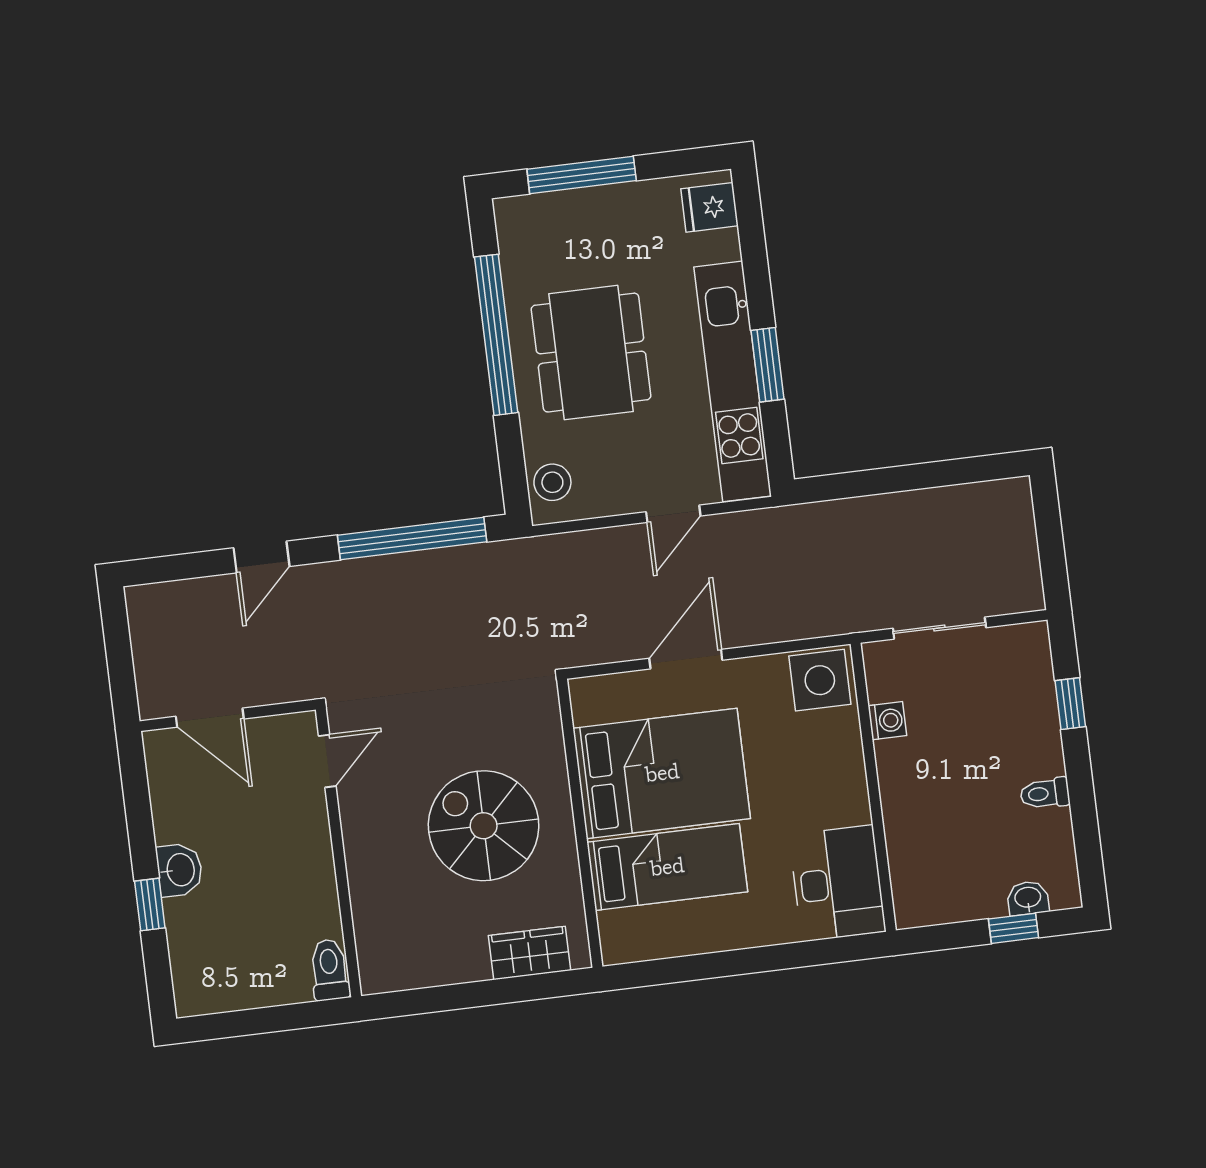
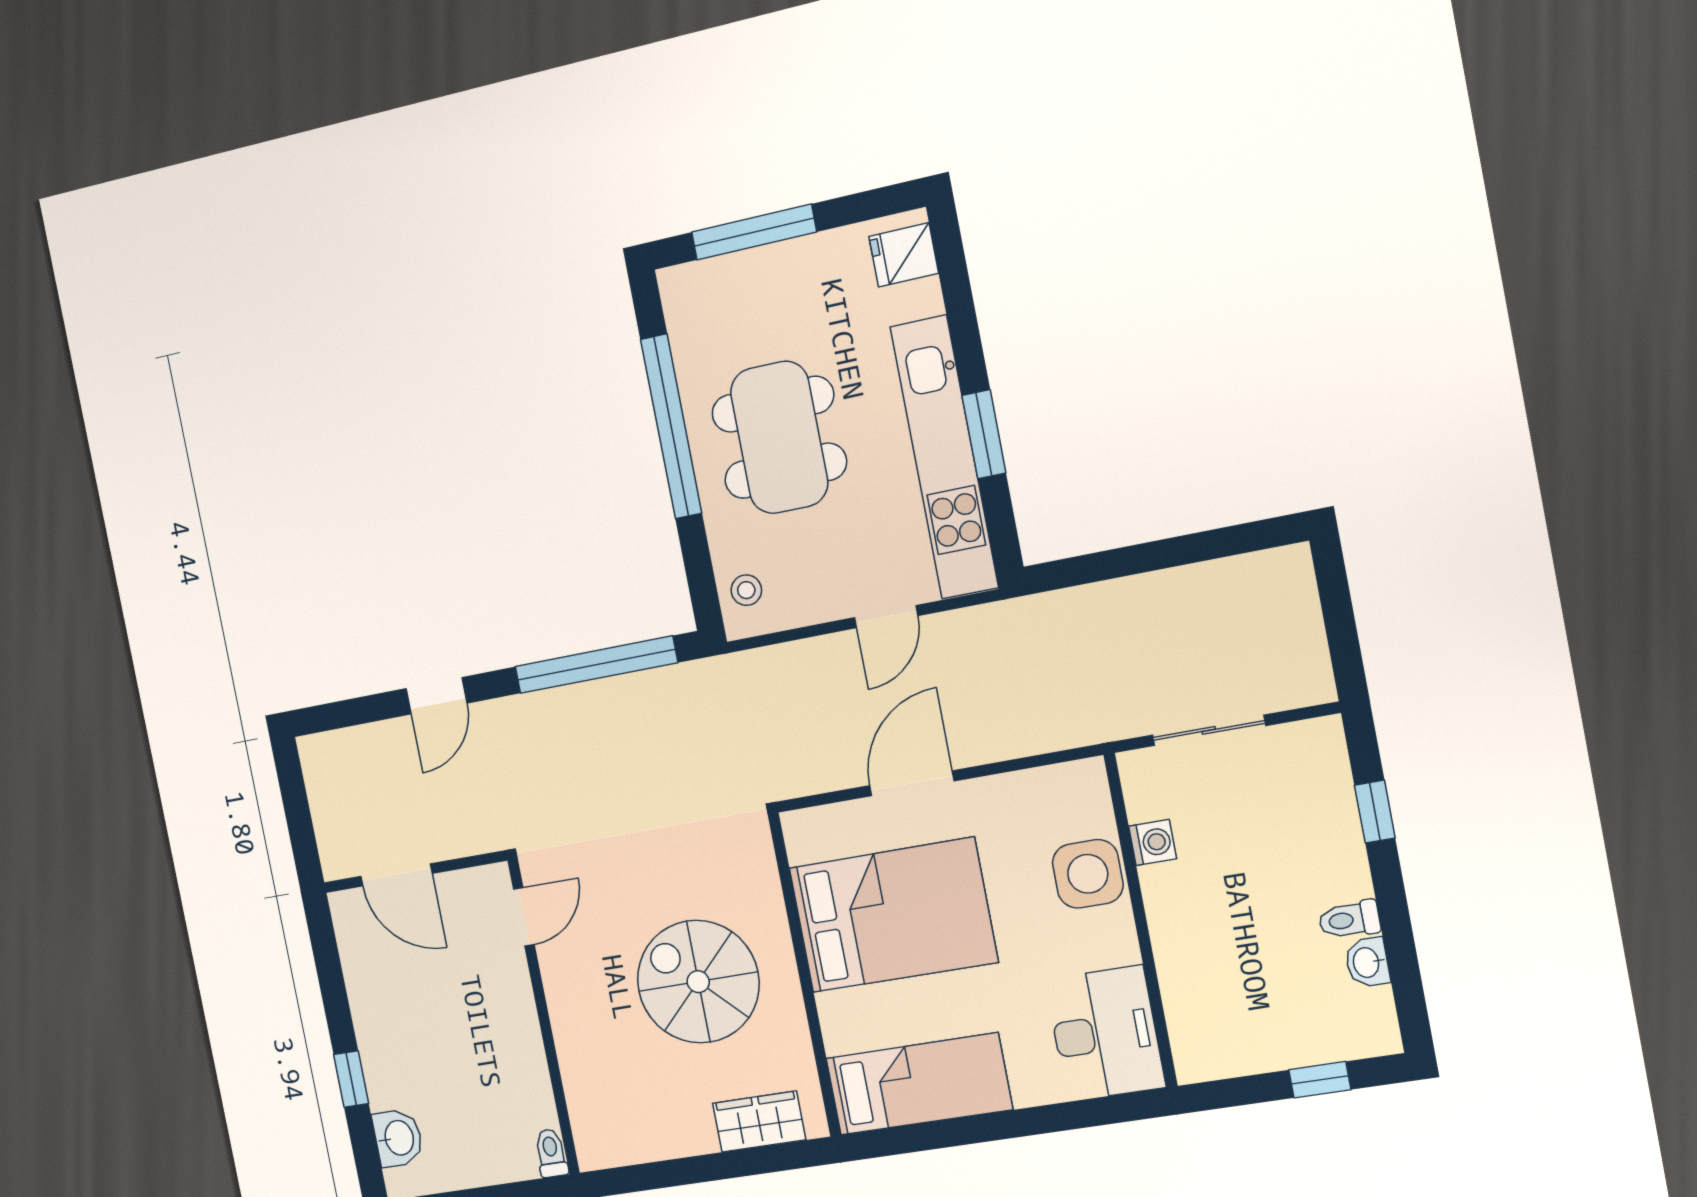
stool: (552, 482) -> (746, 590), width x0.73, depth x0.73
side table: (820, 680) -> (1088, 874), moved
bed: (667, 867) -> (919, 1084), moved
washbasin: (179, 870) -> (398, 1138), moved
washbasin: (1028, 898) -> (1367, 962), moved, turned -90
toilet: (330, 970) -> (551, 1153), width x0.73, depth x0.72

